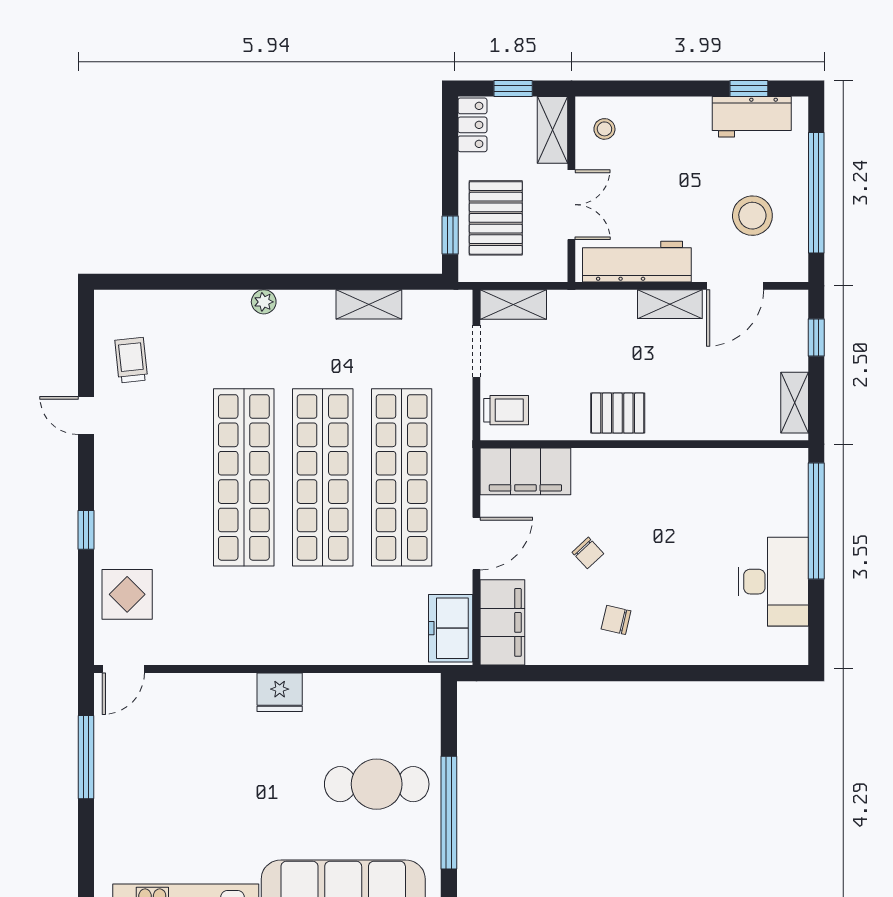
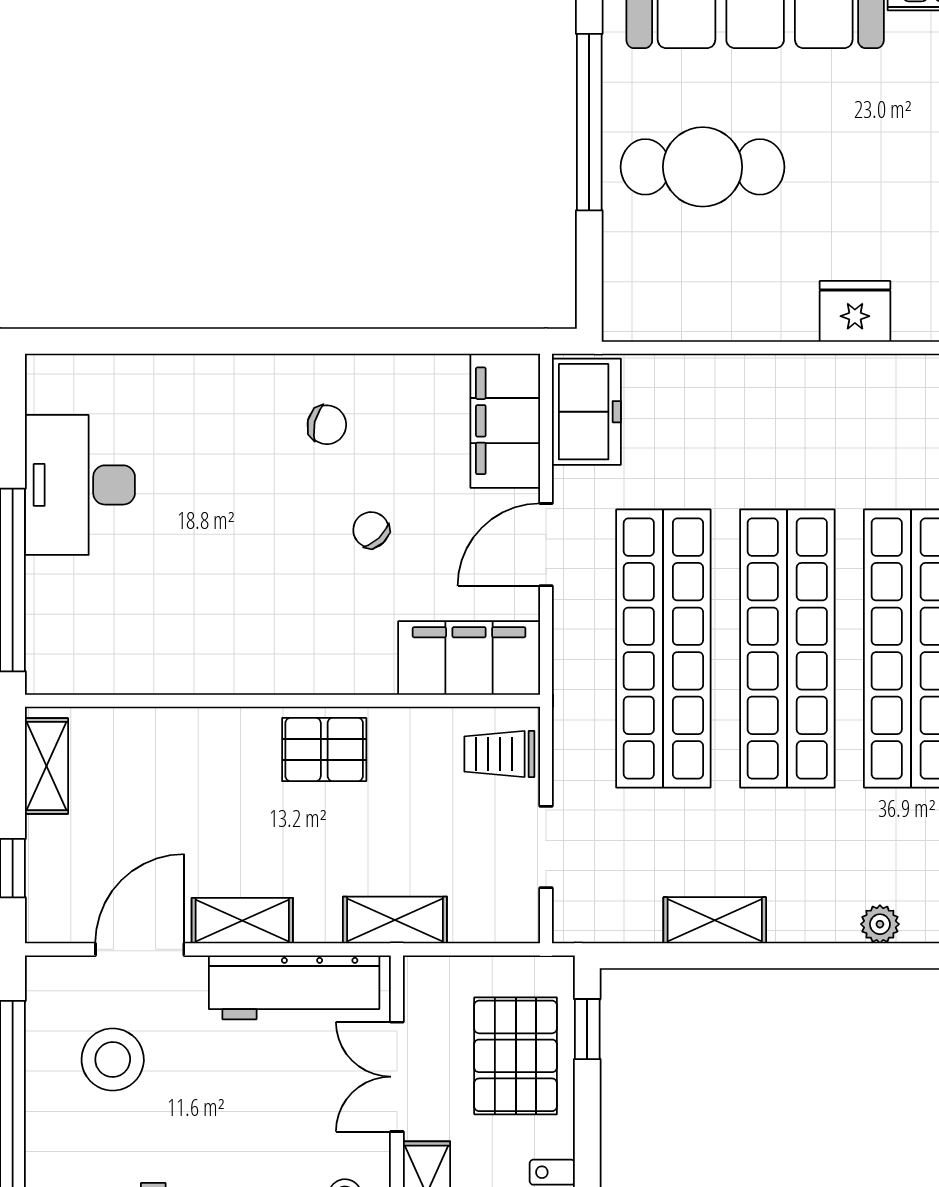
shelving: (513, 305) -> (395, 920), moved

